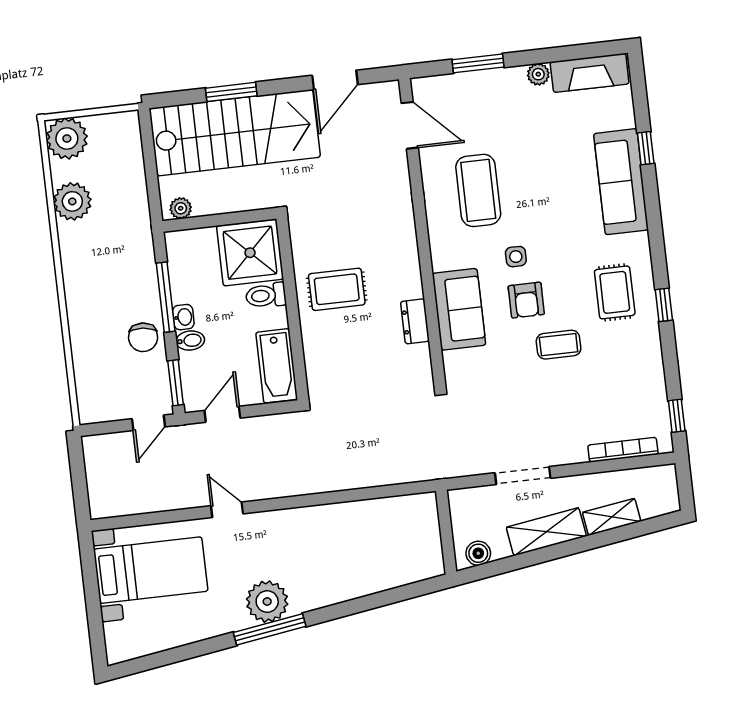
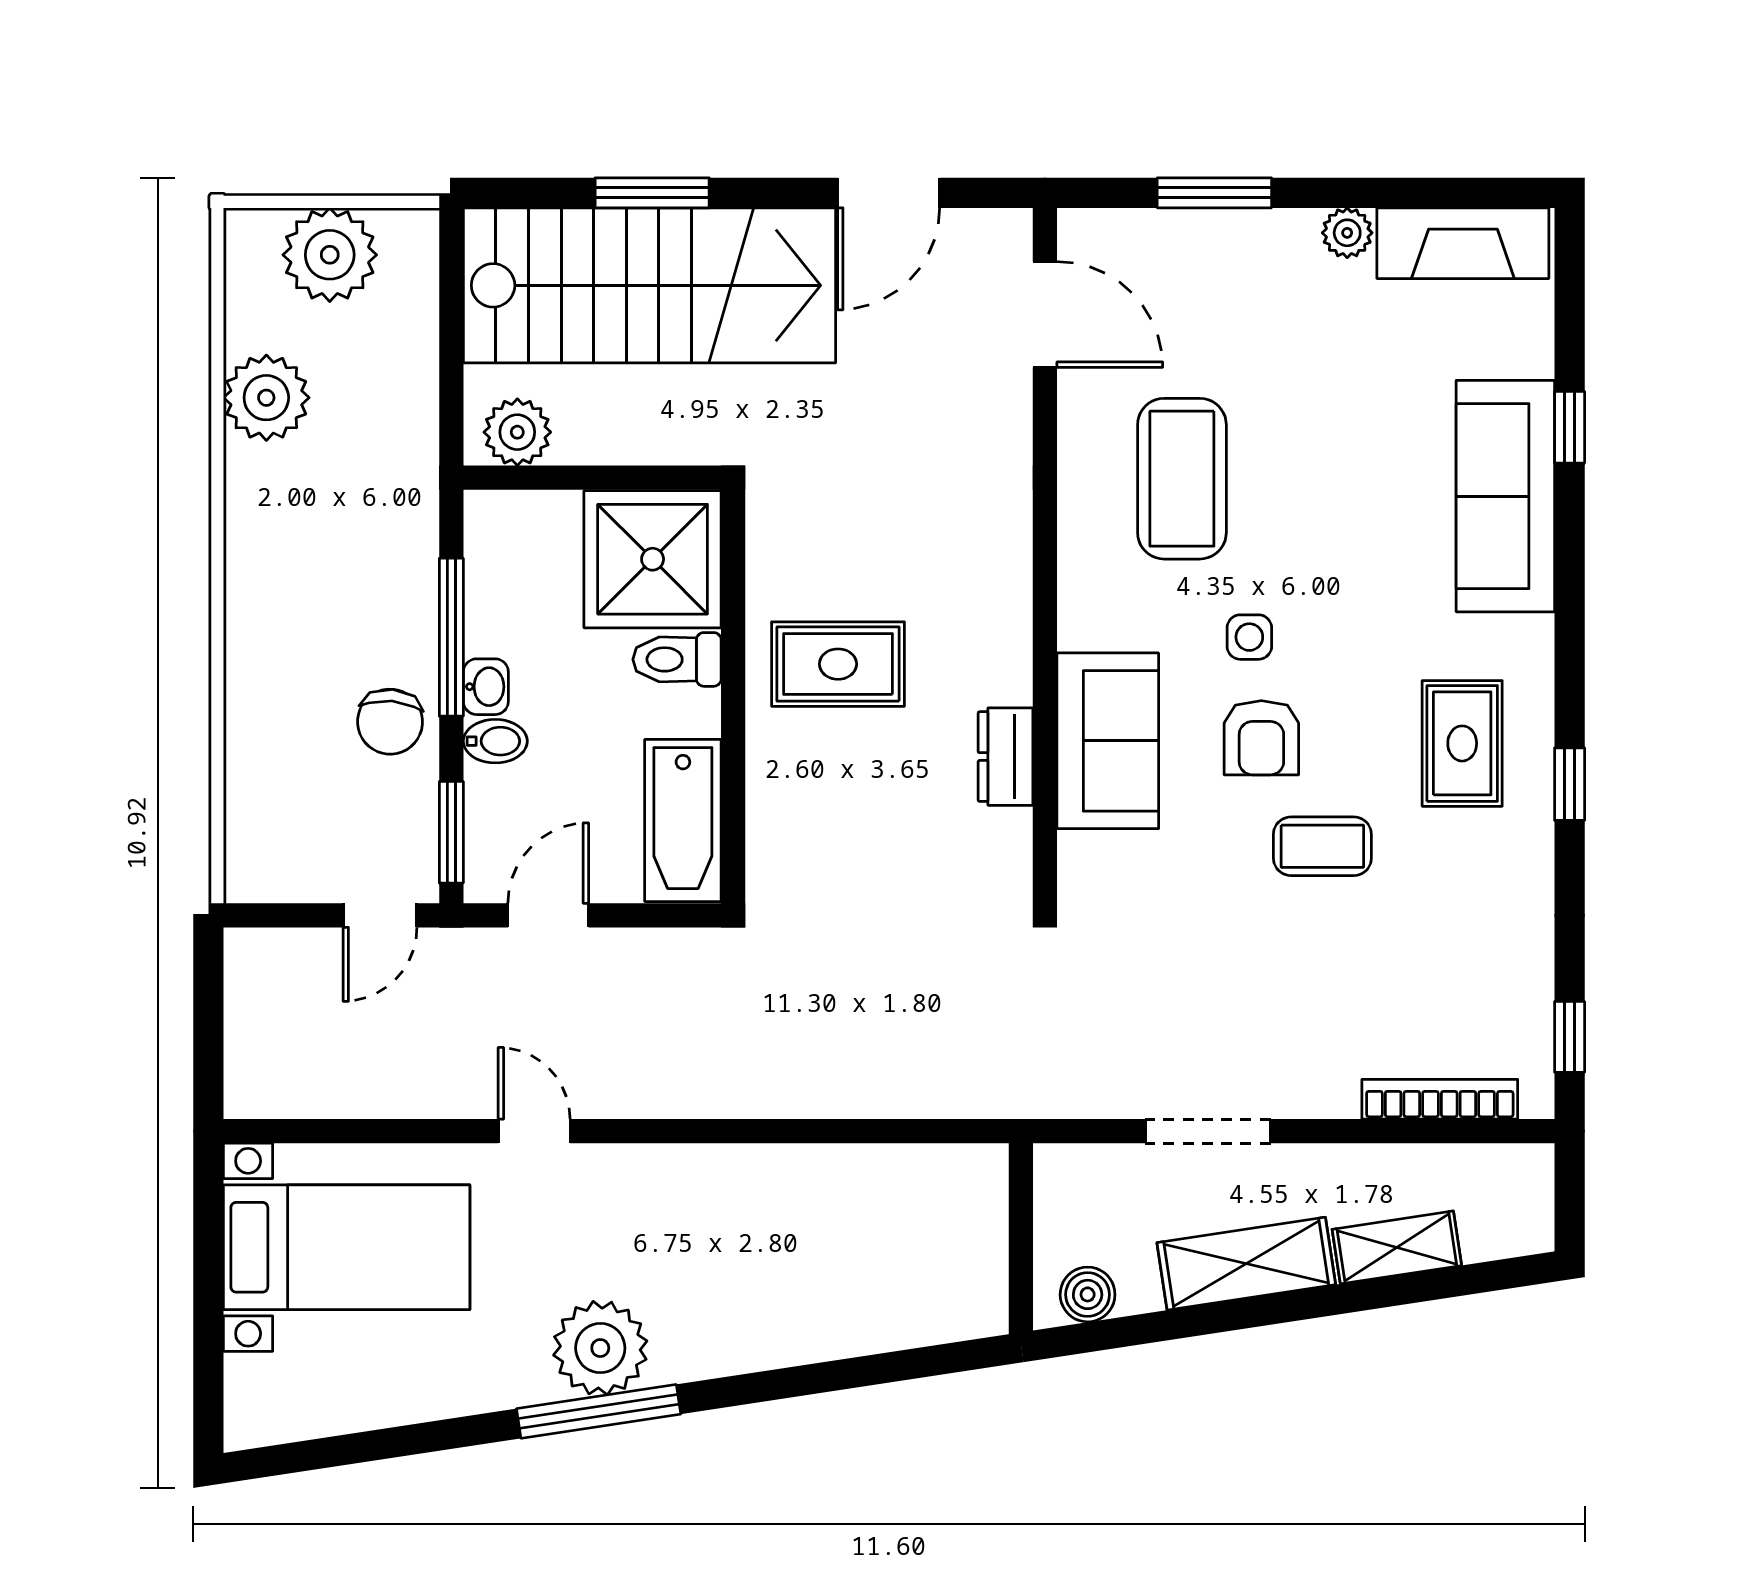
plant: (67, 138) -> (330, 255), moved
plant: (181, 208) -> (517, 432), width x1.38, depth x1.38

